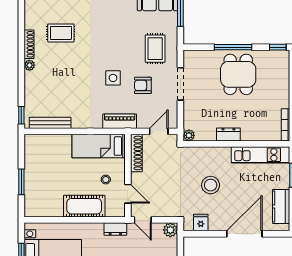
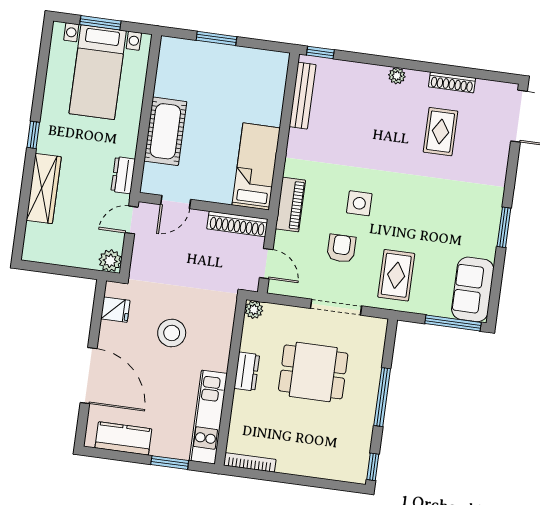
shoe rack: (29, 44) -> (452, 82), moved
rug: (155, 49) -> (396, 275), turned 90
dining table: (238, 74) -> (313, 372), moved
stool: (106, 180) -> (202, 171), removed

